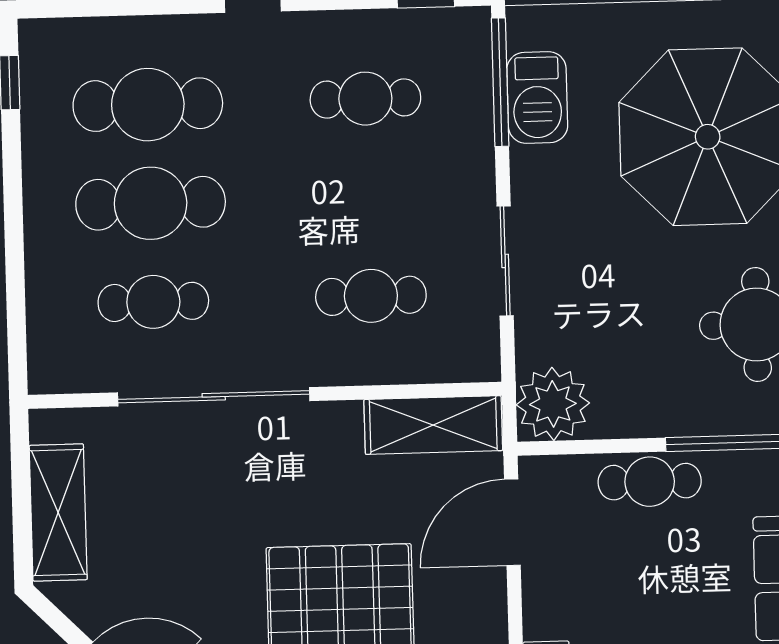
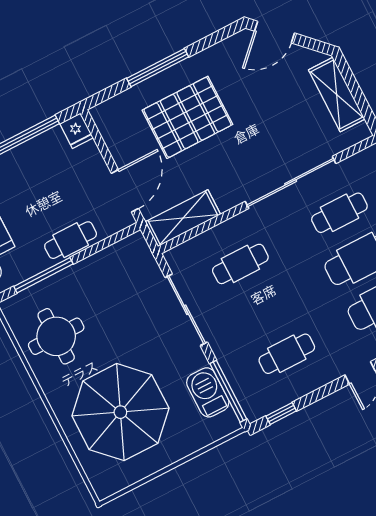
sliding door: (505, 261) -> (186, 310), width x1.37
plant: (553, 404) -> (132, 254), removed

